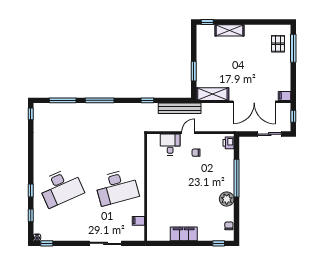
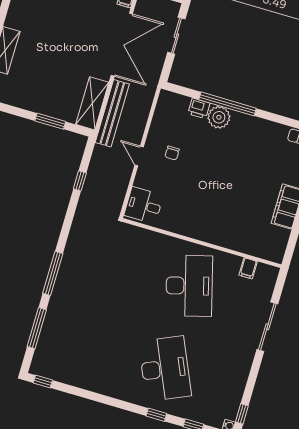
window: (147, 100) -> (80, 181), moved
bench: (180, 108) -> (112, 113), moved
printer: (229, 143) -> (199, 108), moved
desk: (170, 145) -> (144, 205), moved
plant: (227, 199) -> (219, 117), moved

